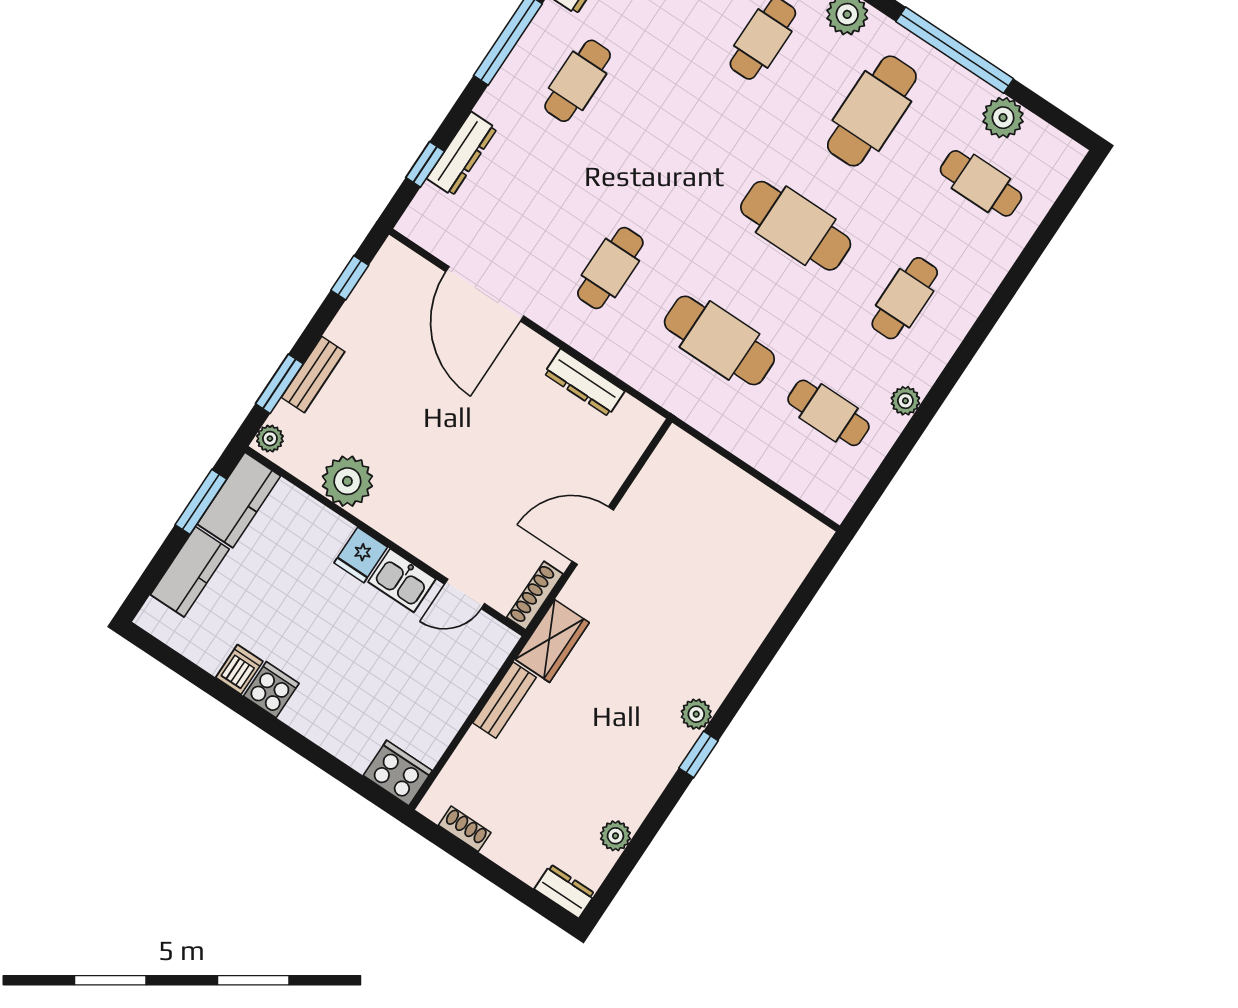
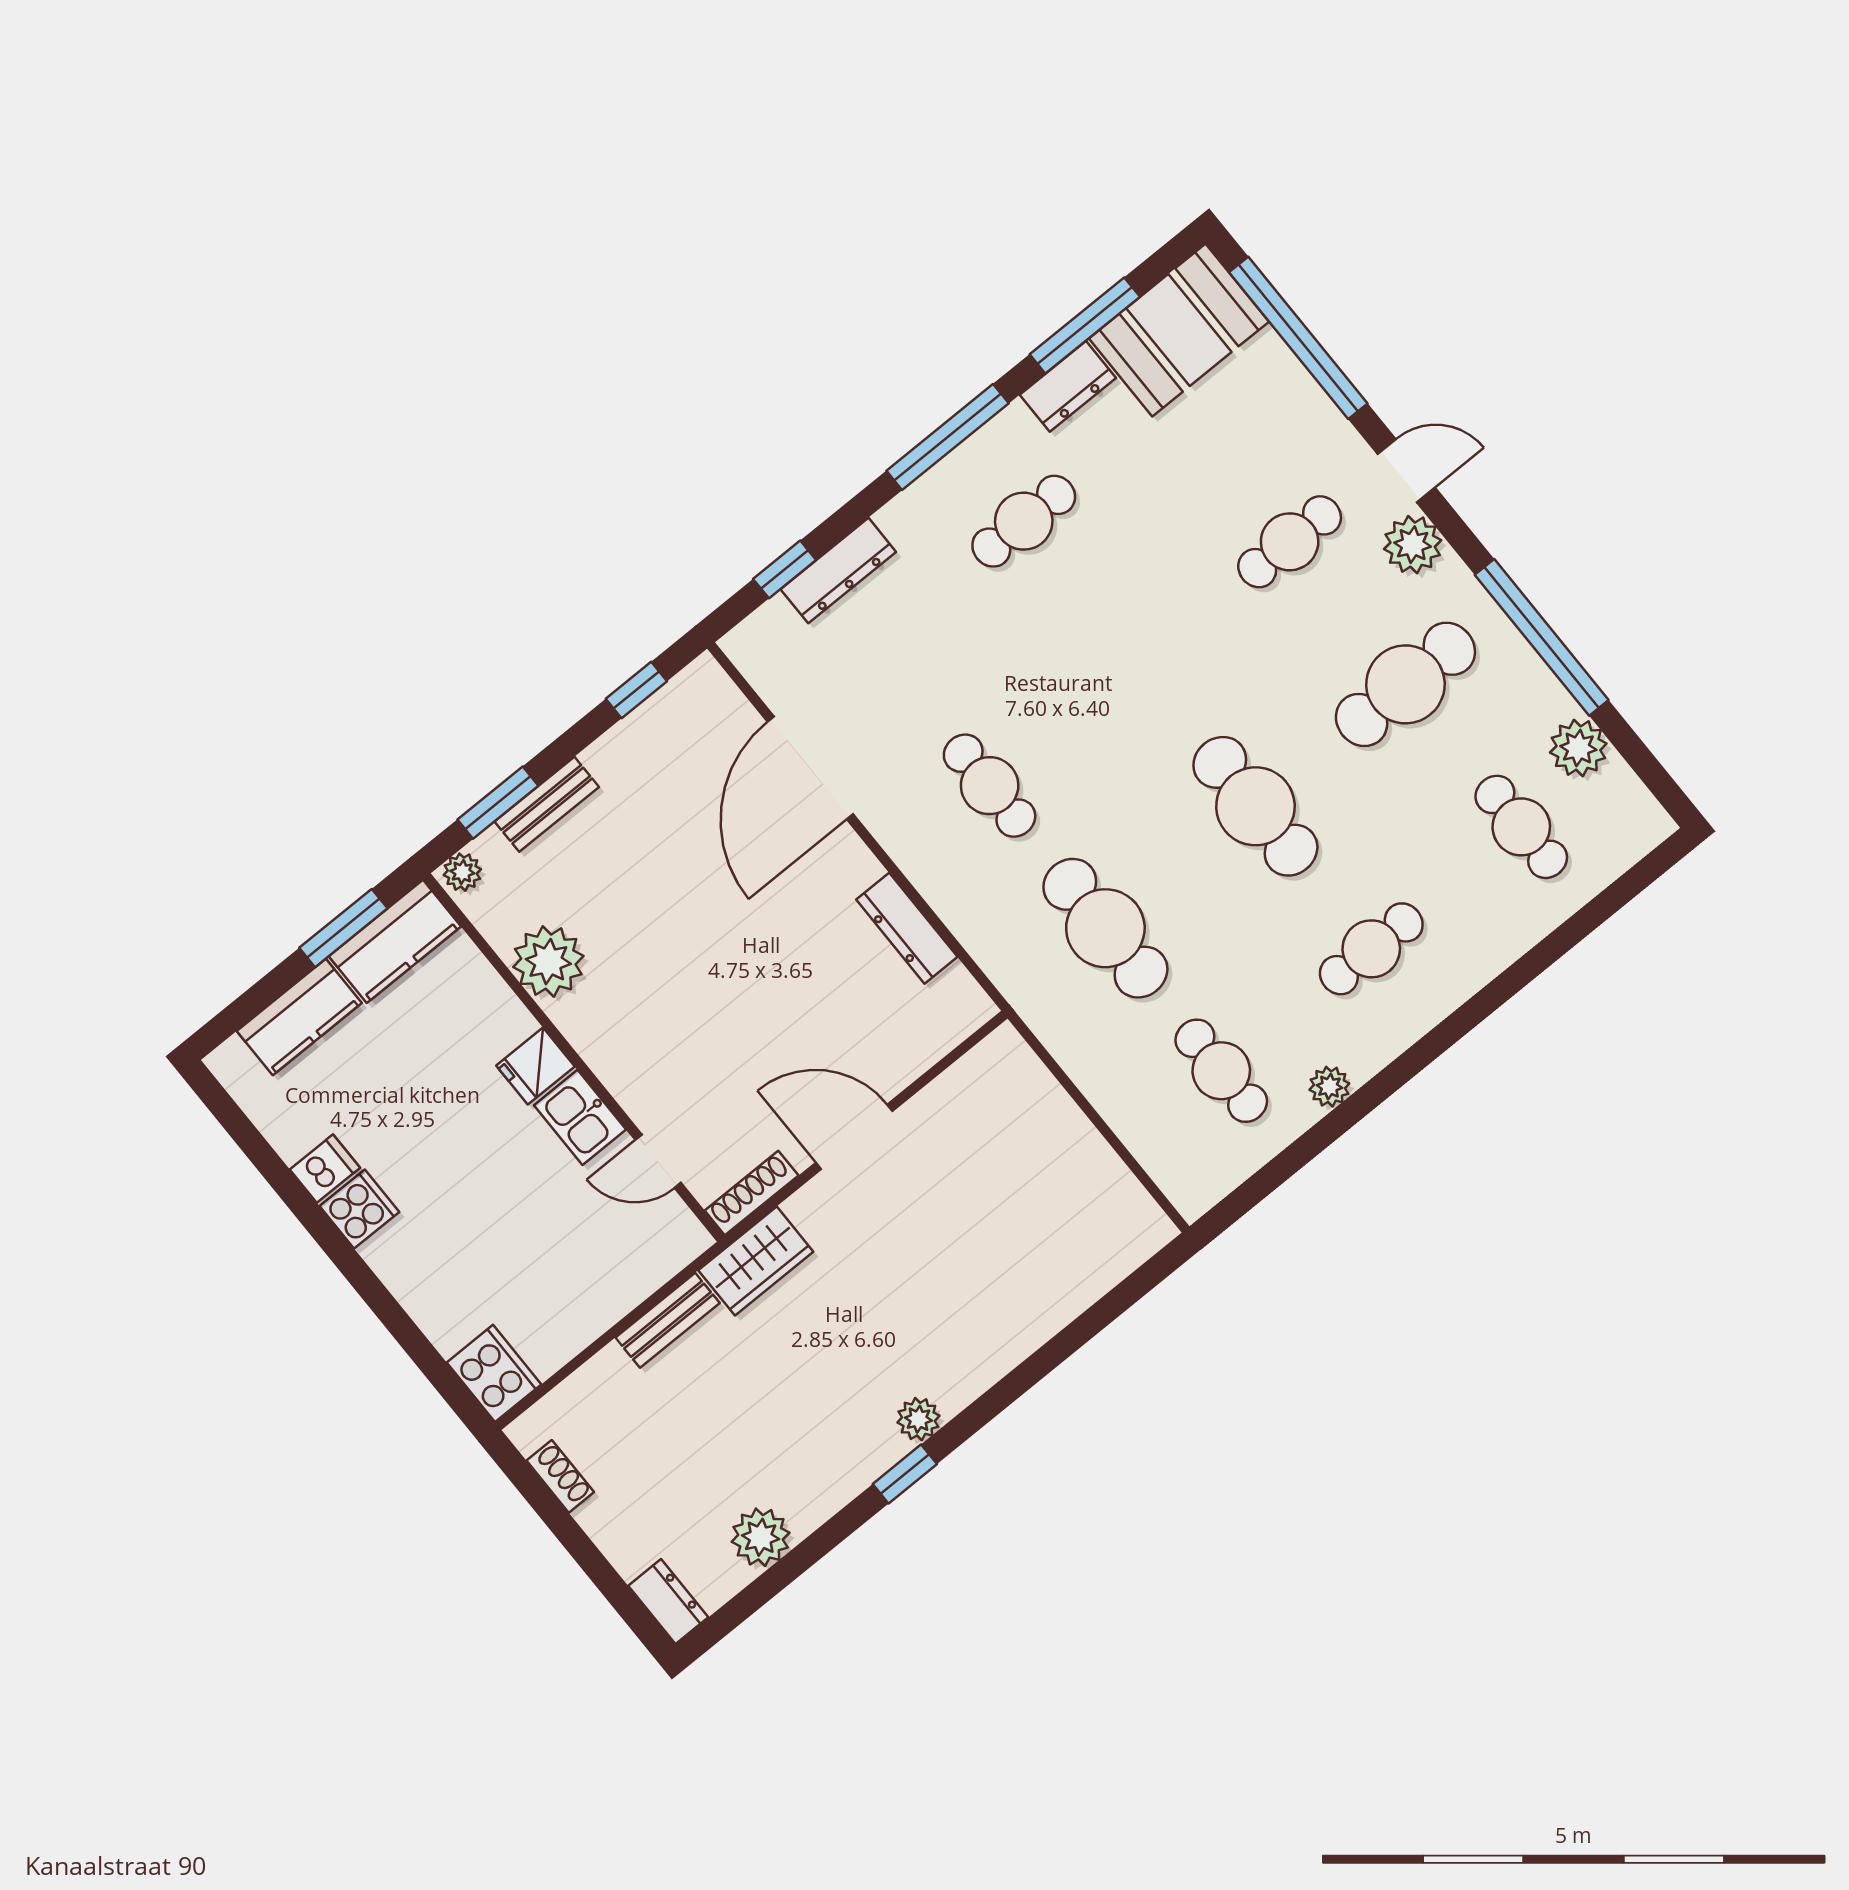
cafe table: (610, 268) -> (990, 786), turned 90
plant: (615, 836) -> (761, 1537), width x1.38, depth x1.38

